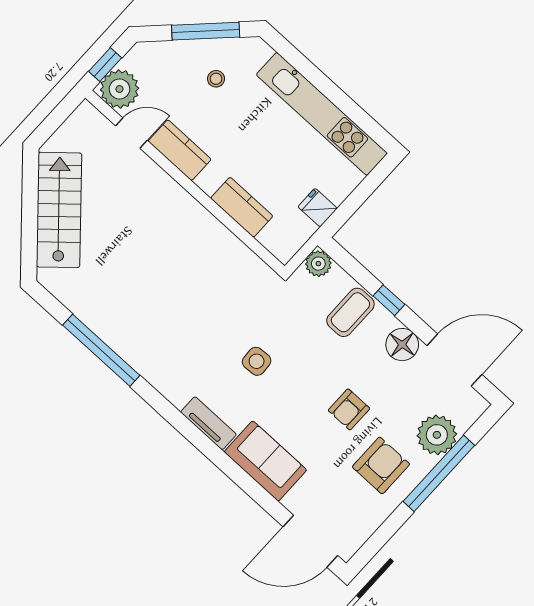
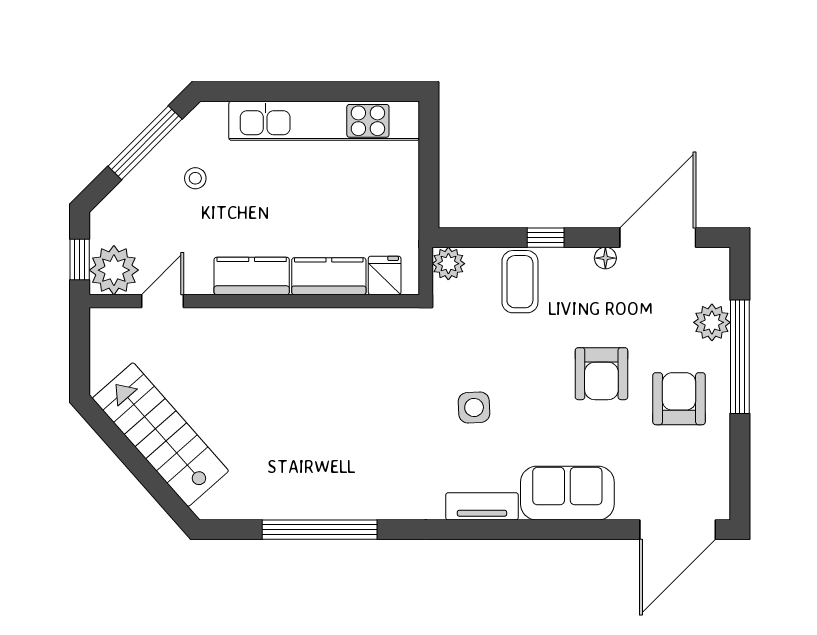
kitchen counter: (180, 150) -> (252, 276), moved
fridge: (318, 208) -> (385, 275), moved, turned 90
floor lamp: (402, 345) -> (605, 258), width x0.53, depth x0.53
armchair: (349, 409) -> (601, 374), width x1.38, depth x1.38
plant: (437, 435) -> (712, 322), width x0.73, depth x0.73

